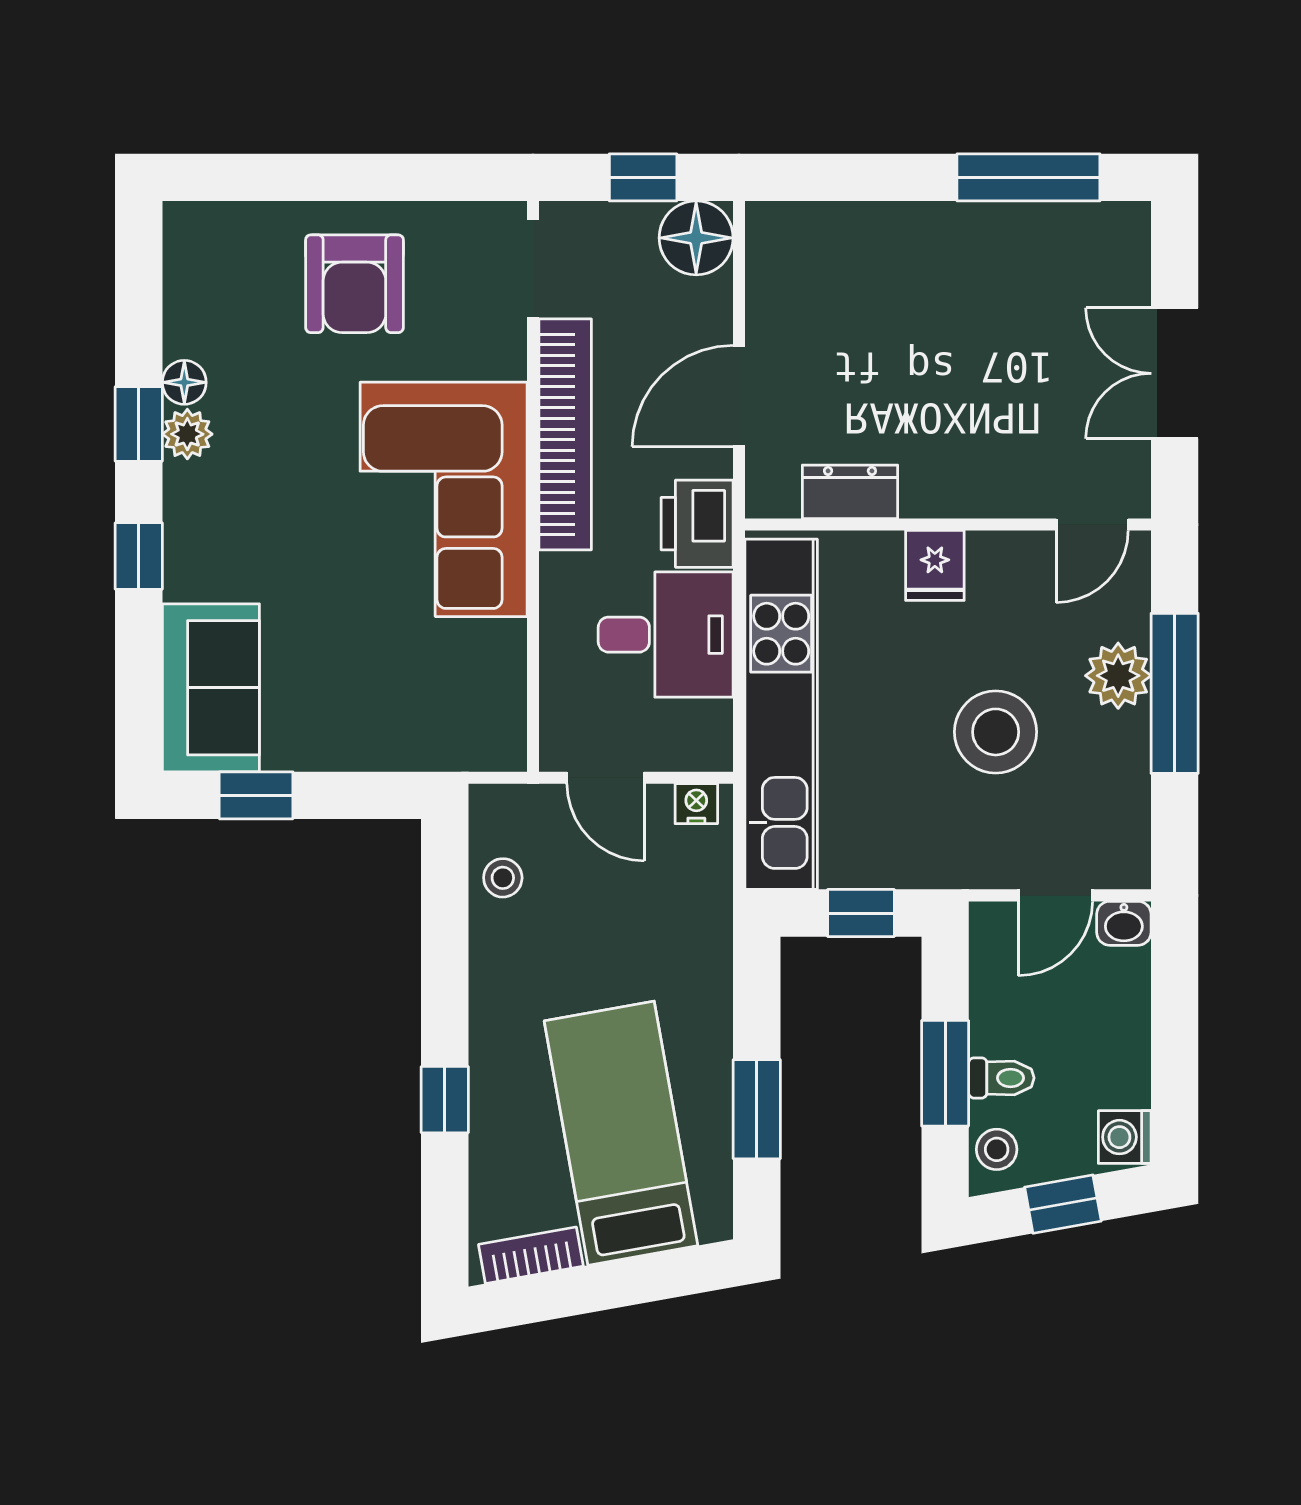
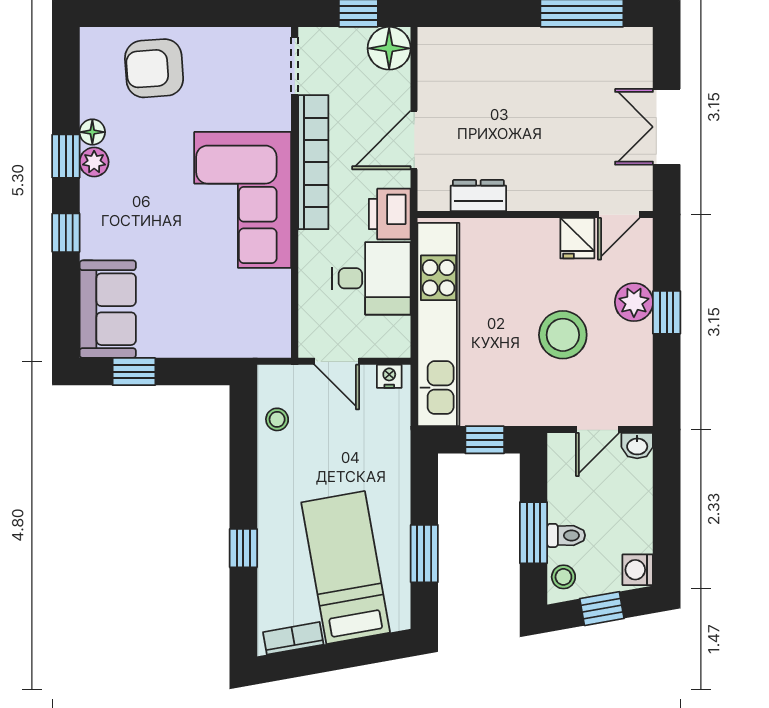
armchair: (354, 284) -> (154, 68), moved, turned 86
fridge: (935, 565) -> (577, 238), moved
window: (1175, 693) -> (667, 312), width x0.46

